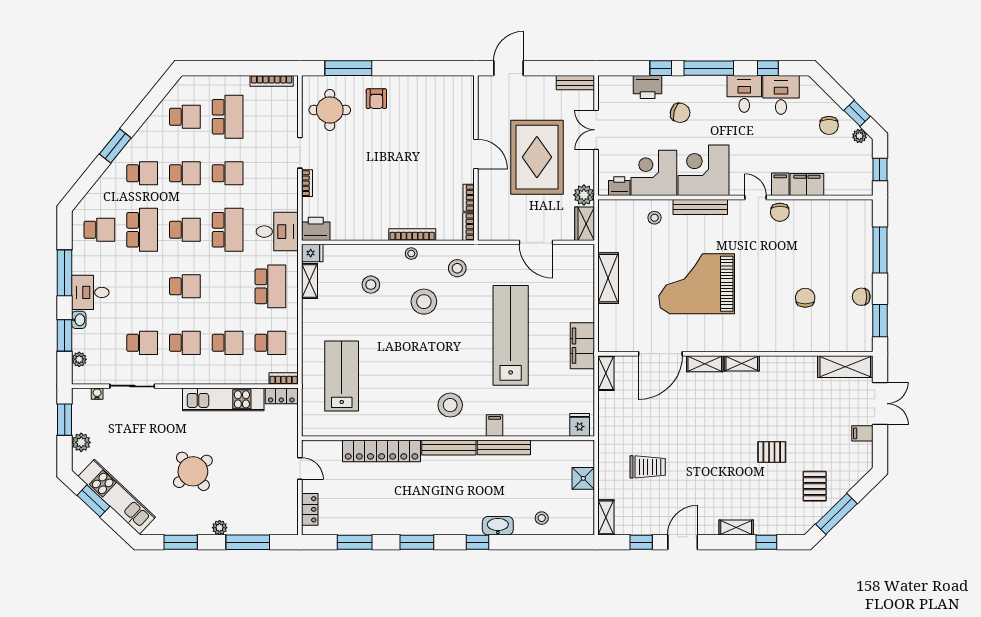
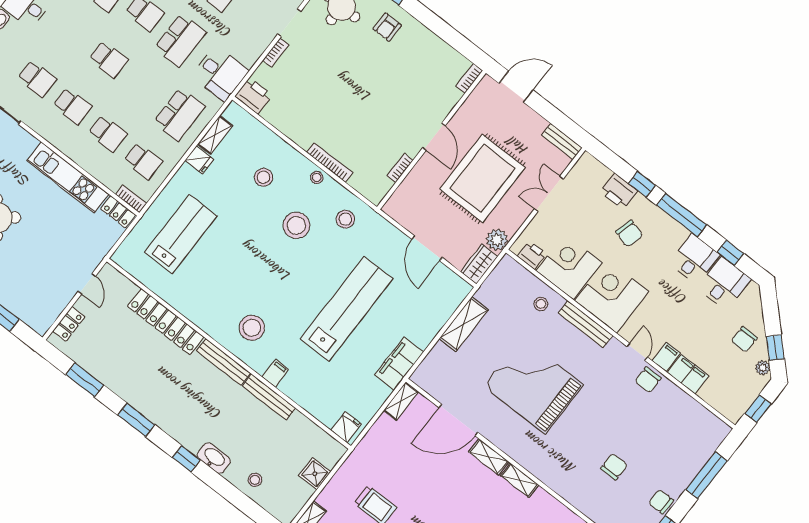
bookcase: (468, 227) -> (469, 78), moved
fridge: (312, 253) -> (199, 160), moved

